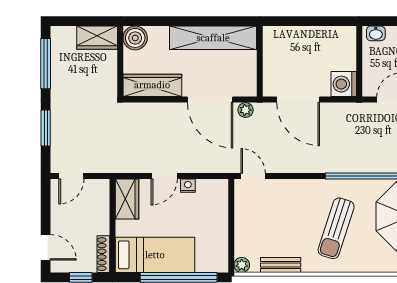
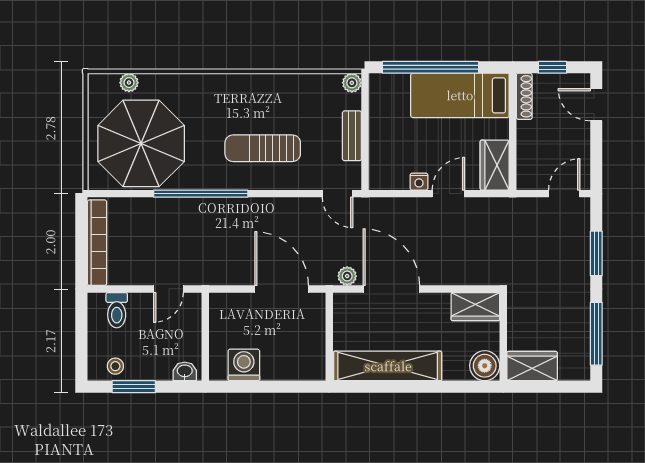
washing machine: (344, 84) -> (244, 365), moved, turned -90
wardrobe: (152, 85) -> (475, 307), width x0.67
sun lounger: (336, 228) -> (263, 148), moved, turned -108
bench: (281, 265) -> (352, 136), moved, turned 90

